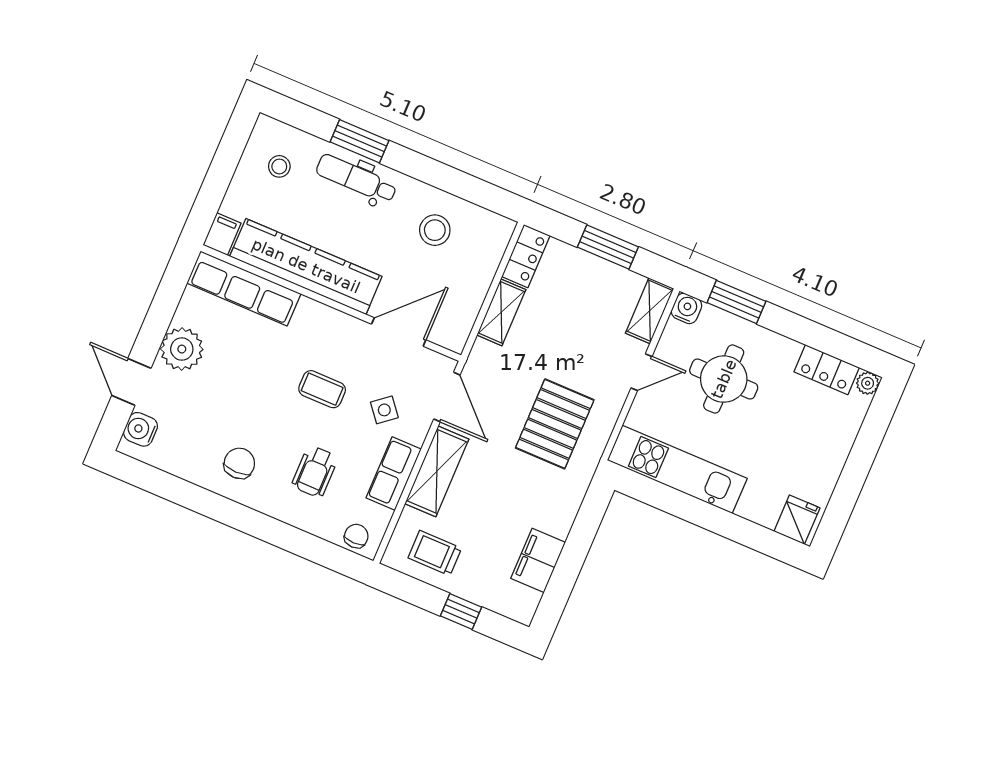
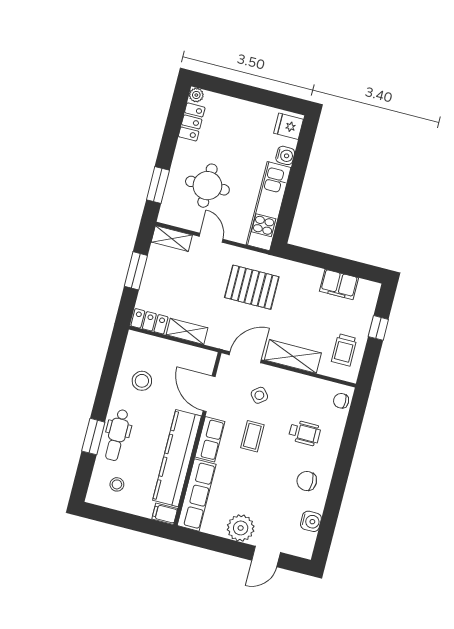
water cooler: (687, 308) -> (285, 155), moved, turned 180
water cooler: (141, 429) -> (311, 521), moved, turned -90
row of seats: (394, 474) -> (210, 439), moved, turned -90

